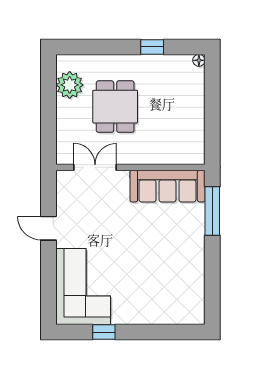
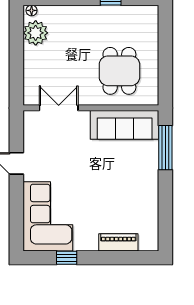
floor lamp: (199, 60) -> (32, 10), moved
dining table: (115, 107) -> (119, 71), moved
piano: (161, 315) -> (118, 242), added

